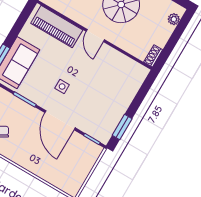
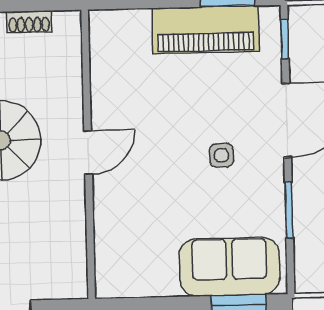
piano: (57, 27) -> (206, 30), moved, turned 90
shoe rack: (153, 56) -> (29, 22), moved

